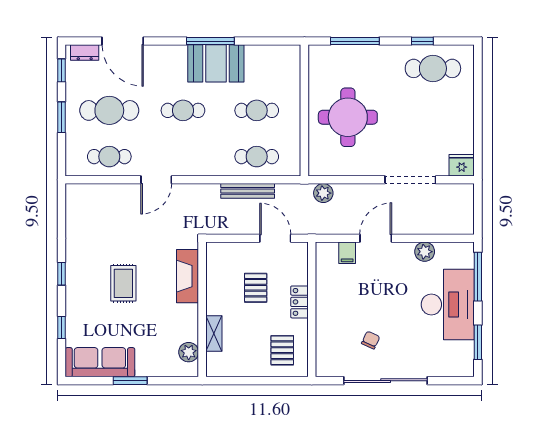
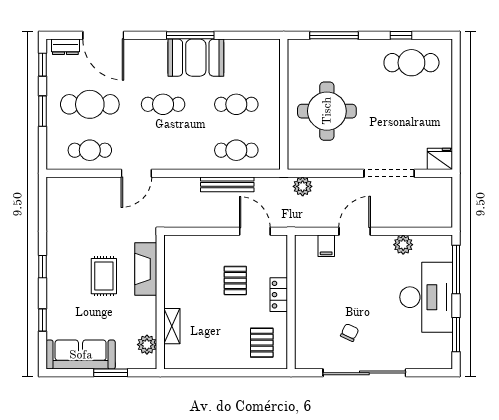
fireplace: (188, 276) -> (146, 269), moved
wall: (202, 309) -> (160, 302), moved
shelving: (214, 334) -> (172, 326), moved
plant: (189, 352) -> (147, 345), moved

